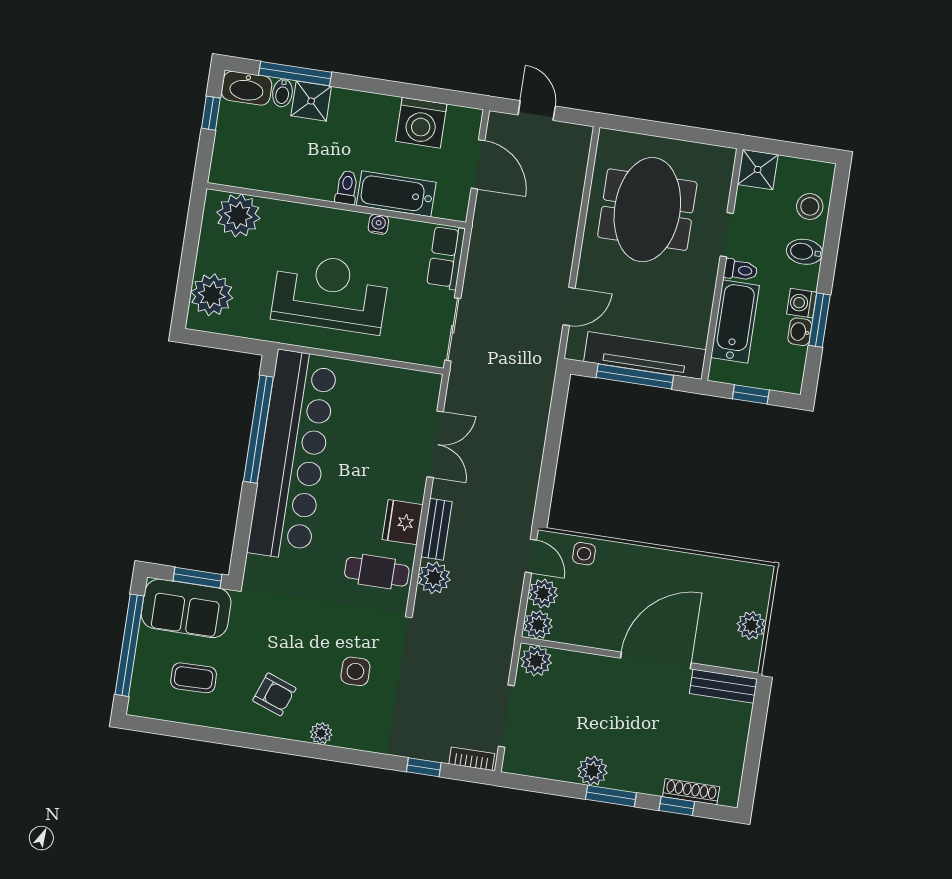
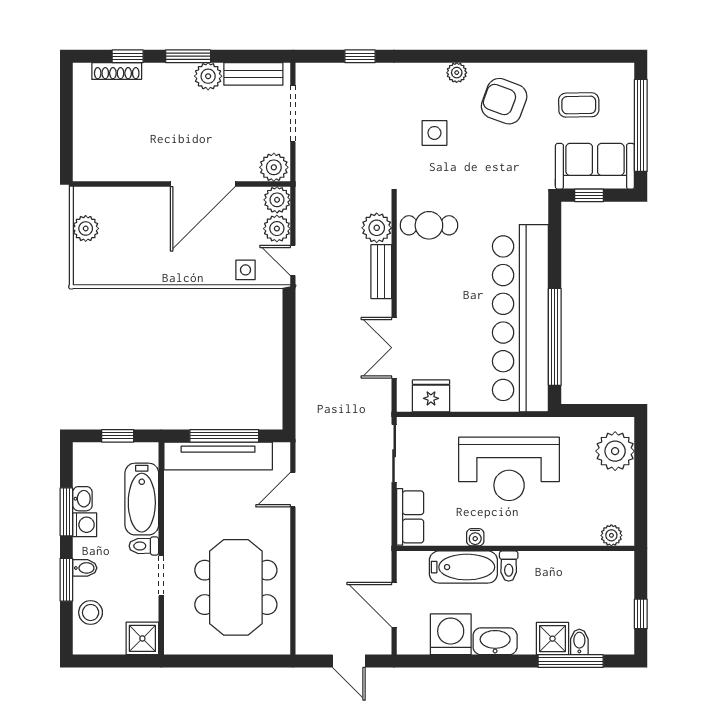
washbasin: (247, 88) -> (495, 641), moved
plant: (238, 215) -> (611, 535), width x0.53, depth x0.53
window: (831, 246) -> (66, 580), added
bidet: (804, 252) -> (85, 568), width x0.72, depth x0.74
fridge: (403, 522) -> (431, 396), moved, turned -90
window: (197, 578) -> (589, 195), width x0.67
door: (656, 660) -> (203, 184), moved
bench: (723, 686) -> (253, 74), moved
armchair: (274, 694) -> (504, 101), width x1.38, depth x1.38
bookcase: (472, 759) -> (318, 70), removed

